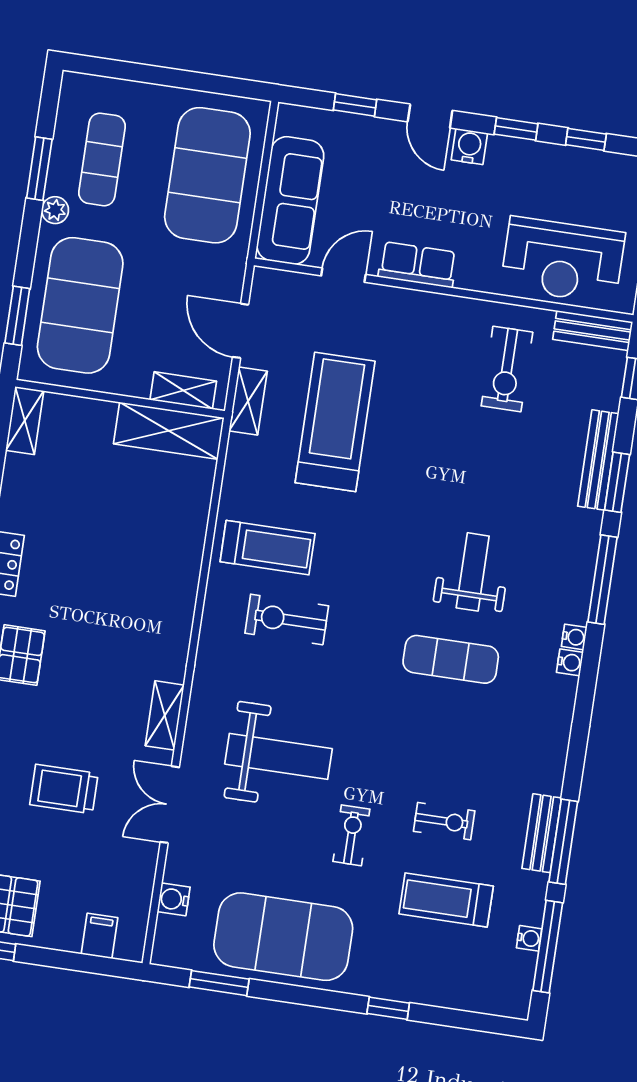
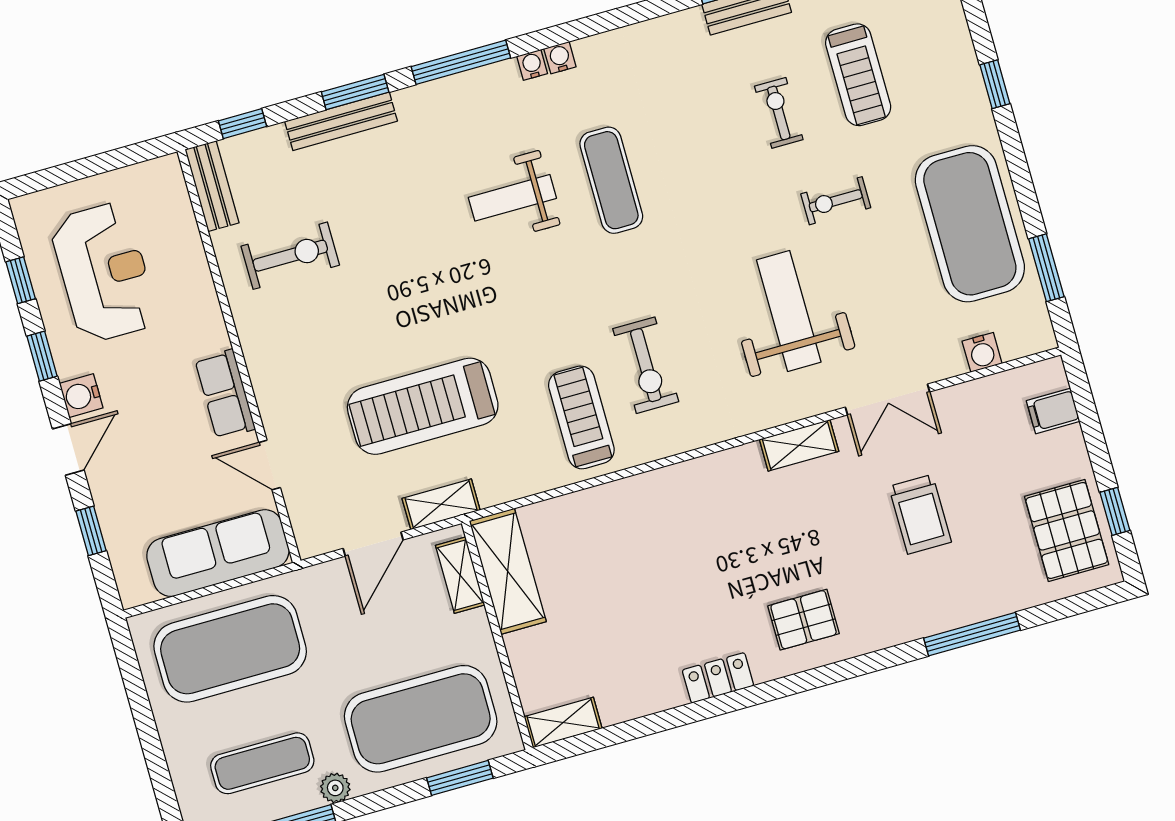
reception desk: (563, 260) -> (104, 272), moved

